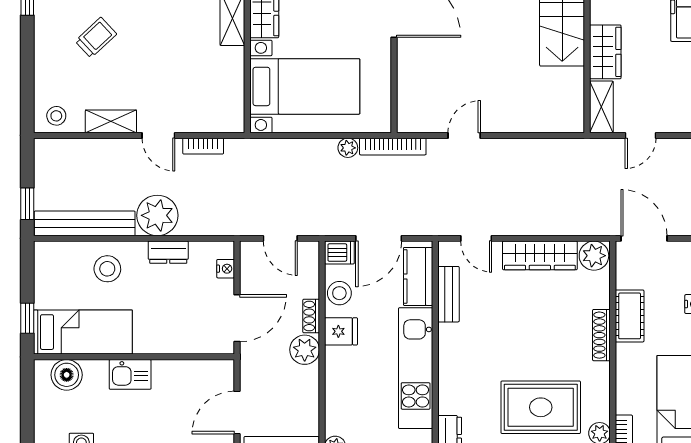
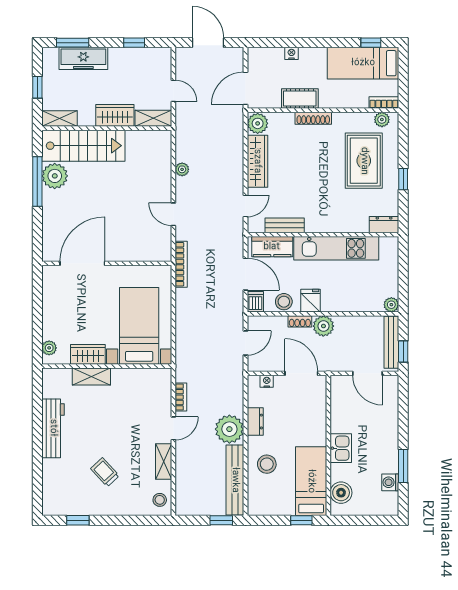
plant: (348, 148) -> (182, 169), moved

